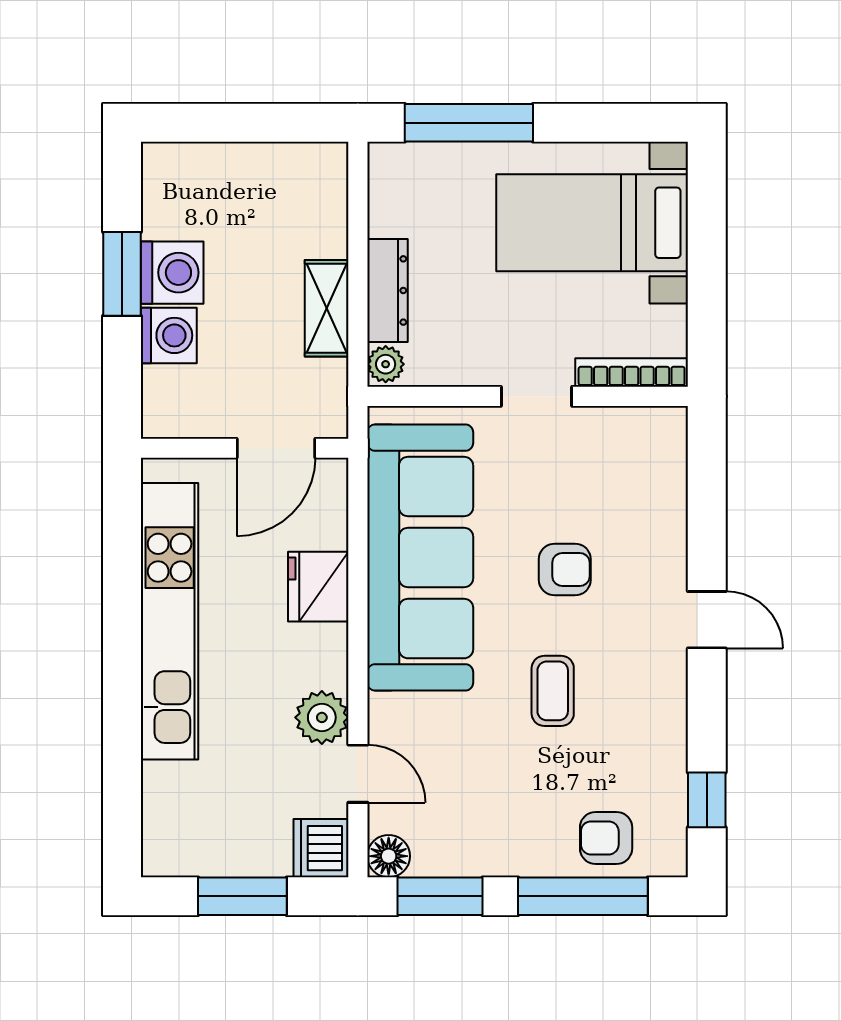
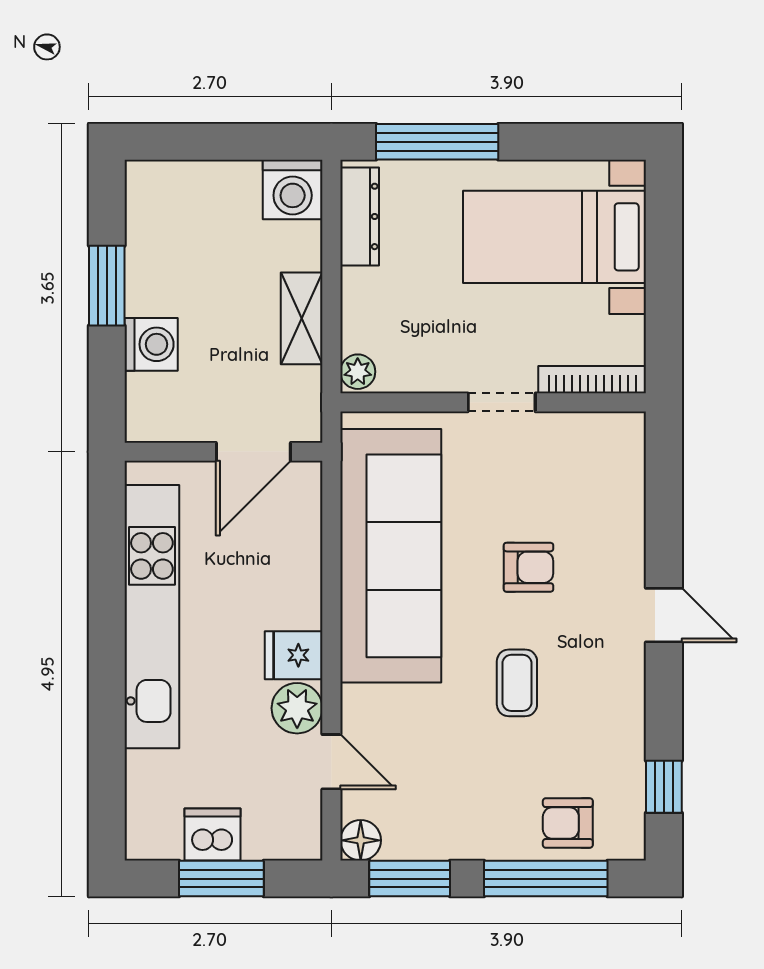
washing machine: (172, 273) -> (293, 190), moved, turned 90
dresser: (388, 290) -> (360, 216), moved
fridge: (318, 587) -> (294, 655), moved, width x0.72
dishwasher: (321, 848) -> (213, 834), moved, turned 90

